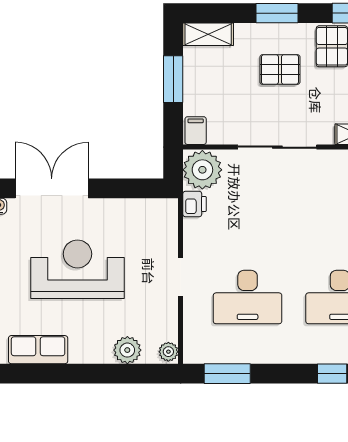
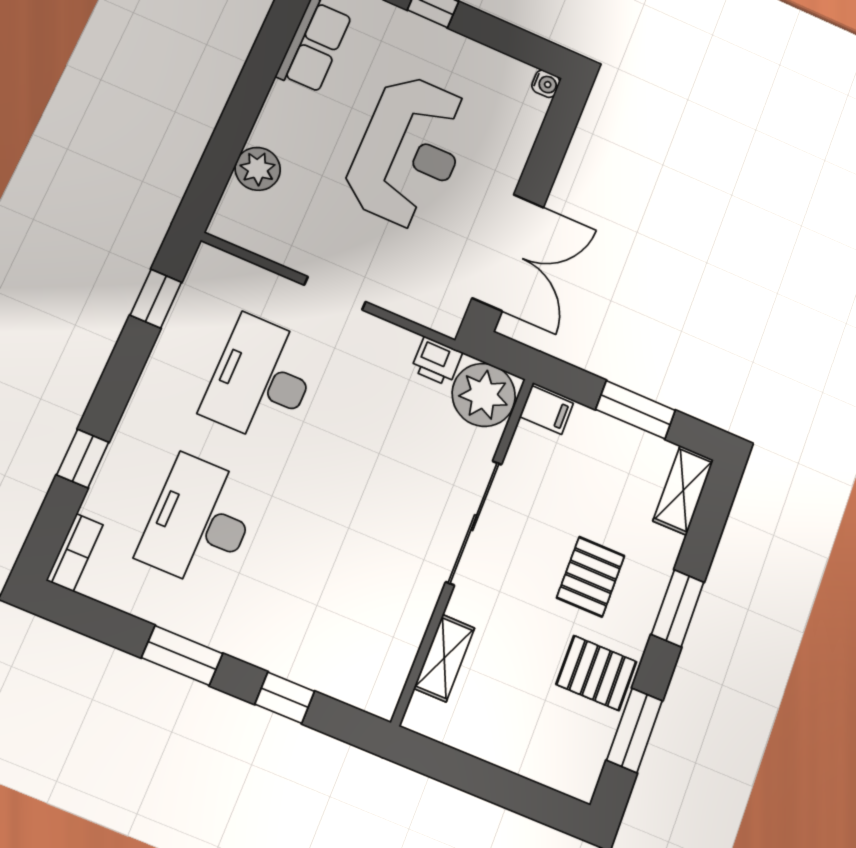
double door: (52, 188) -> (508, 252), moved
plant: (168, 352) -> (229, 227), removed
window: (227, 374) -> (156, 299), width x0.67

